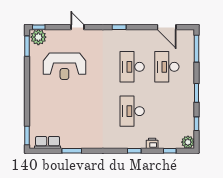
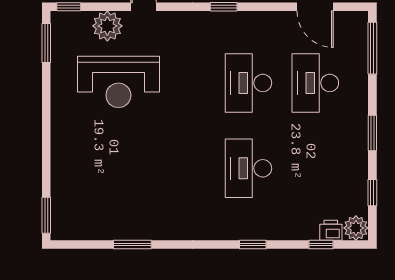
plant: (38, 37) -> (107, 26), moved
row of seats: (48, 142) -> (86, 228), removed
printer: (152, 143) -> (331, 230), moved

